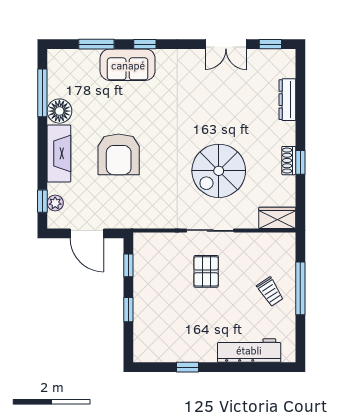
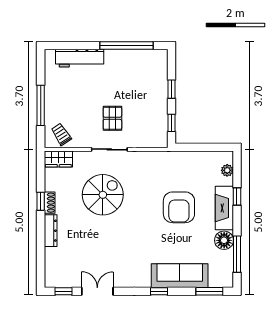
window: (96, 44) -> (209, 291), moved
sofa: (128, 65) -> (180, 276), width x1.36
dresser: (287, 100) -> (51, 231), moved
armchair: (119, 154) -> (179, 207), turned 180
window: (42, 201) -> (237, 197), moved
door: (87, 233) -> (203, 147), removed
trolley: (270, 292) -> (61, 134), moved
window: (188, 367) -> (127, 45), width x3.17

